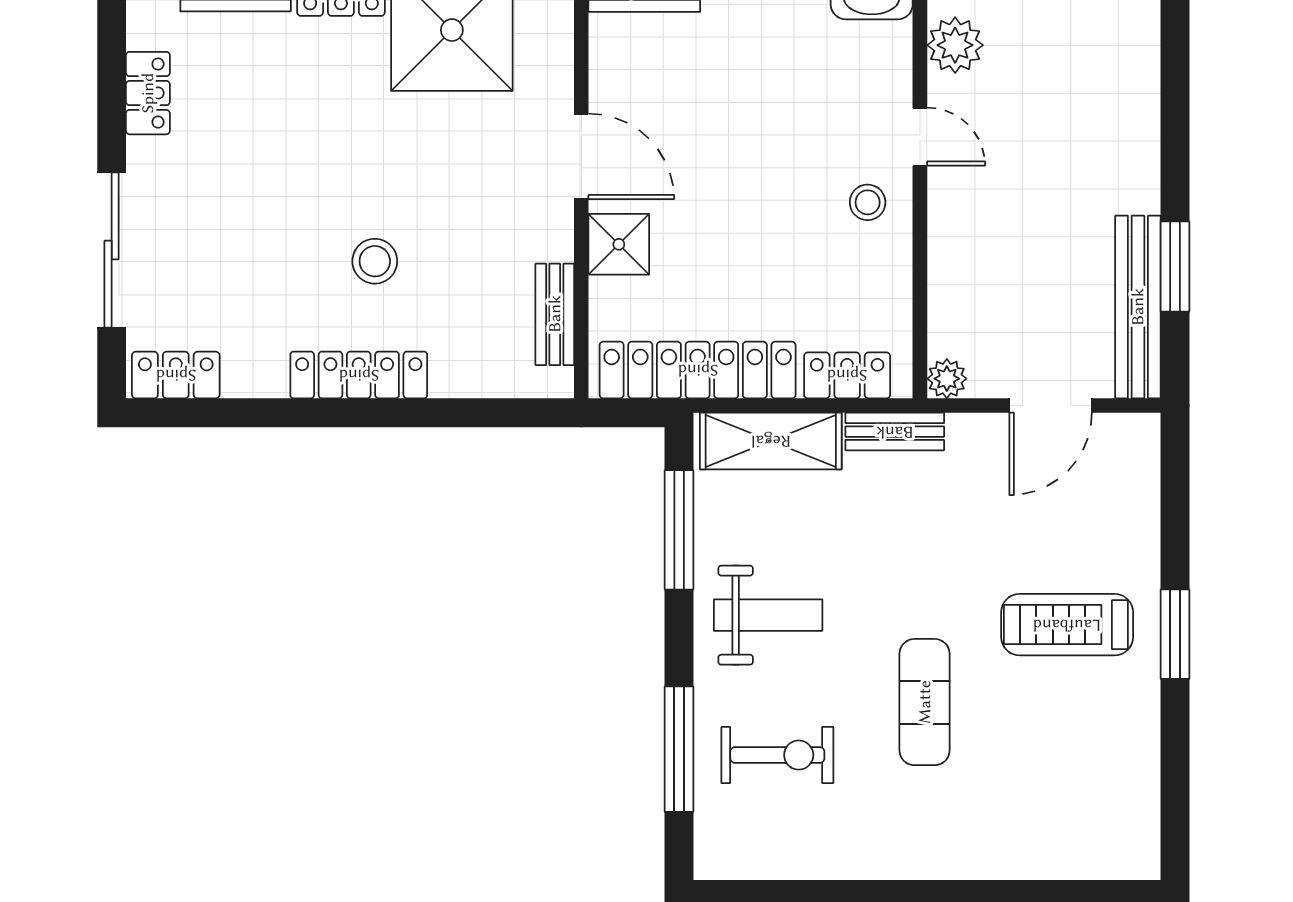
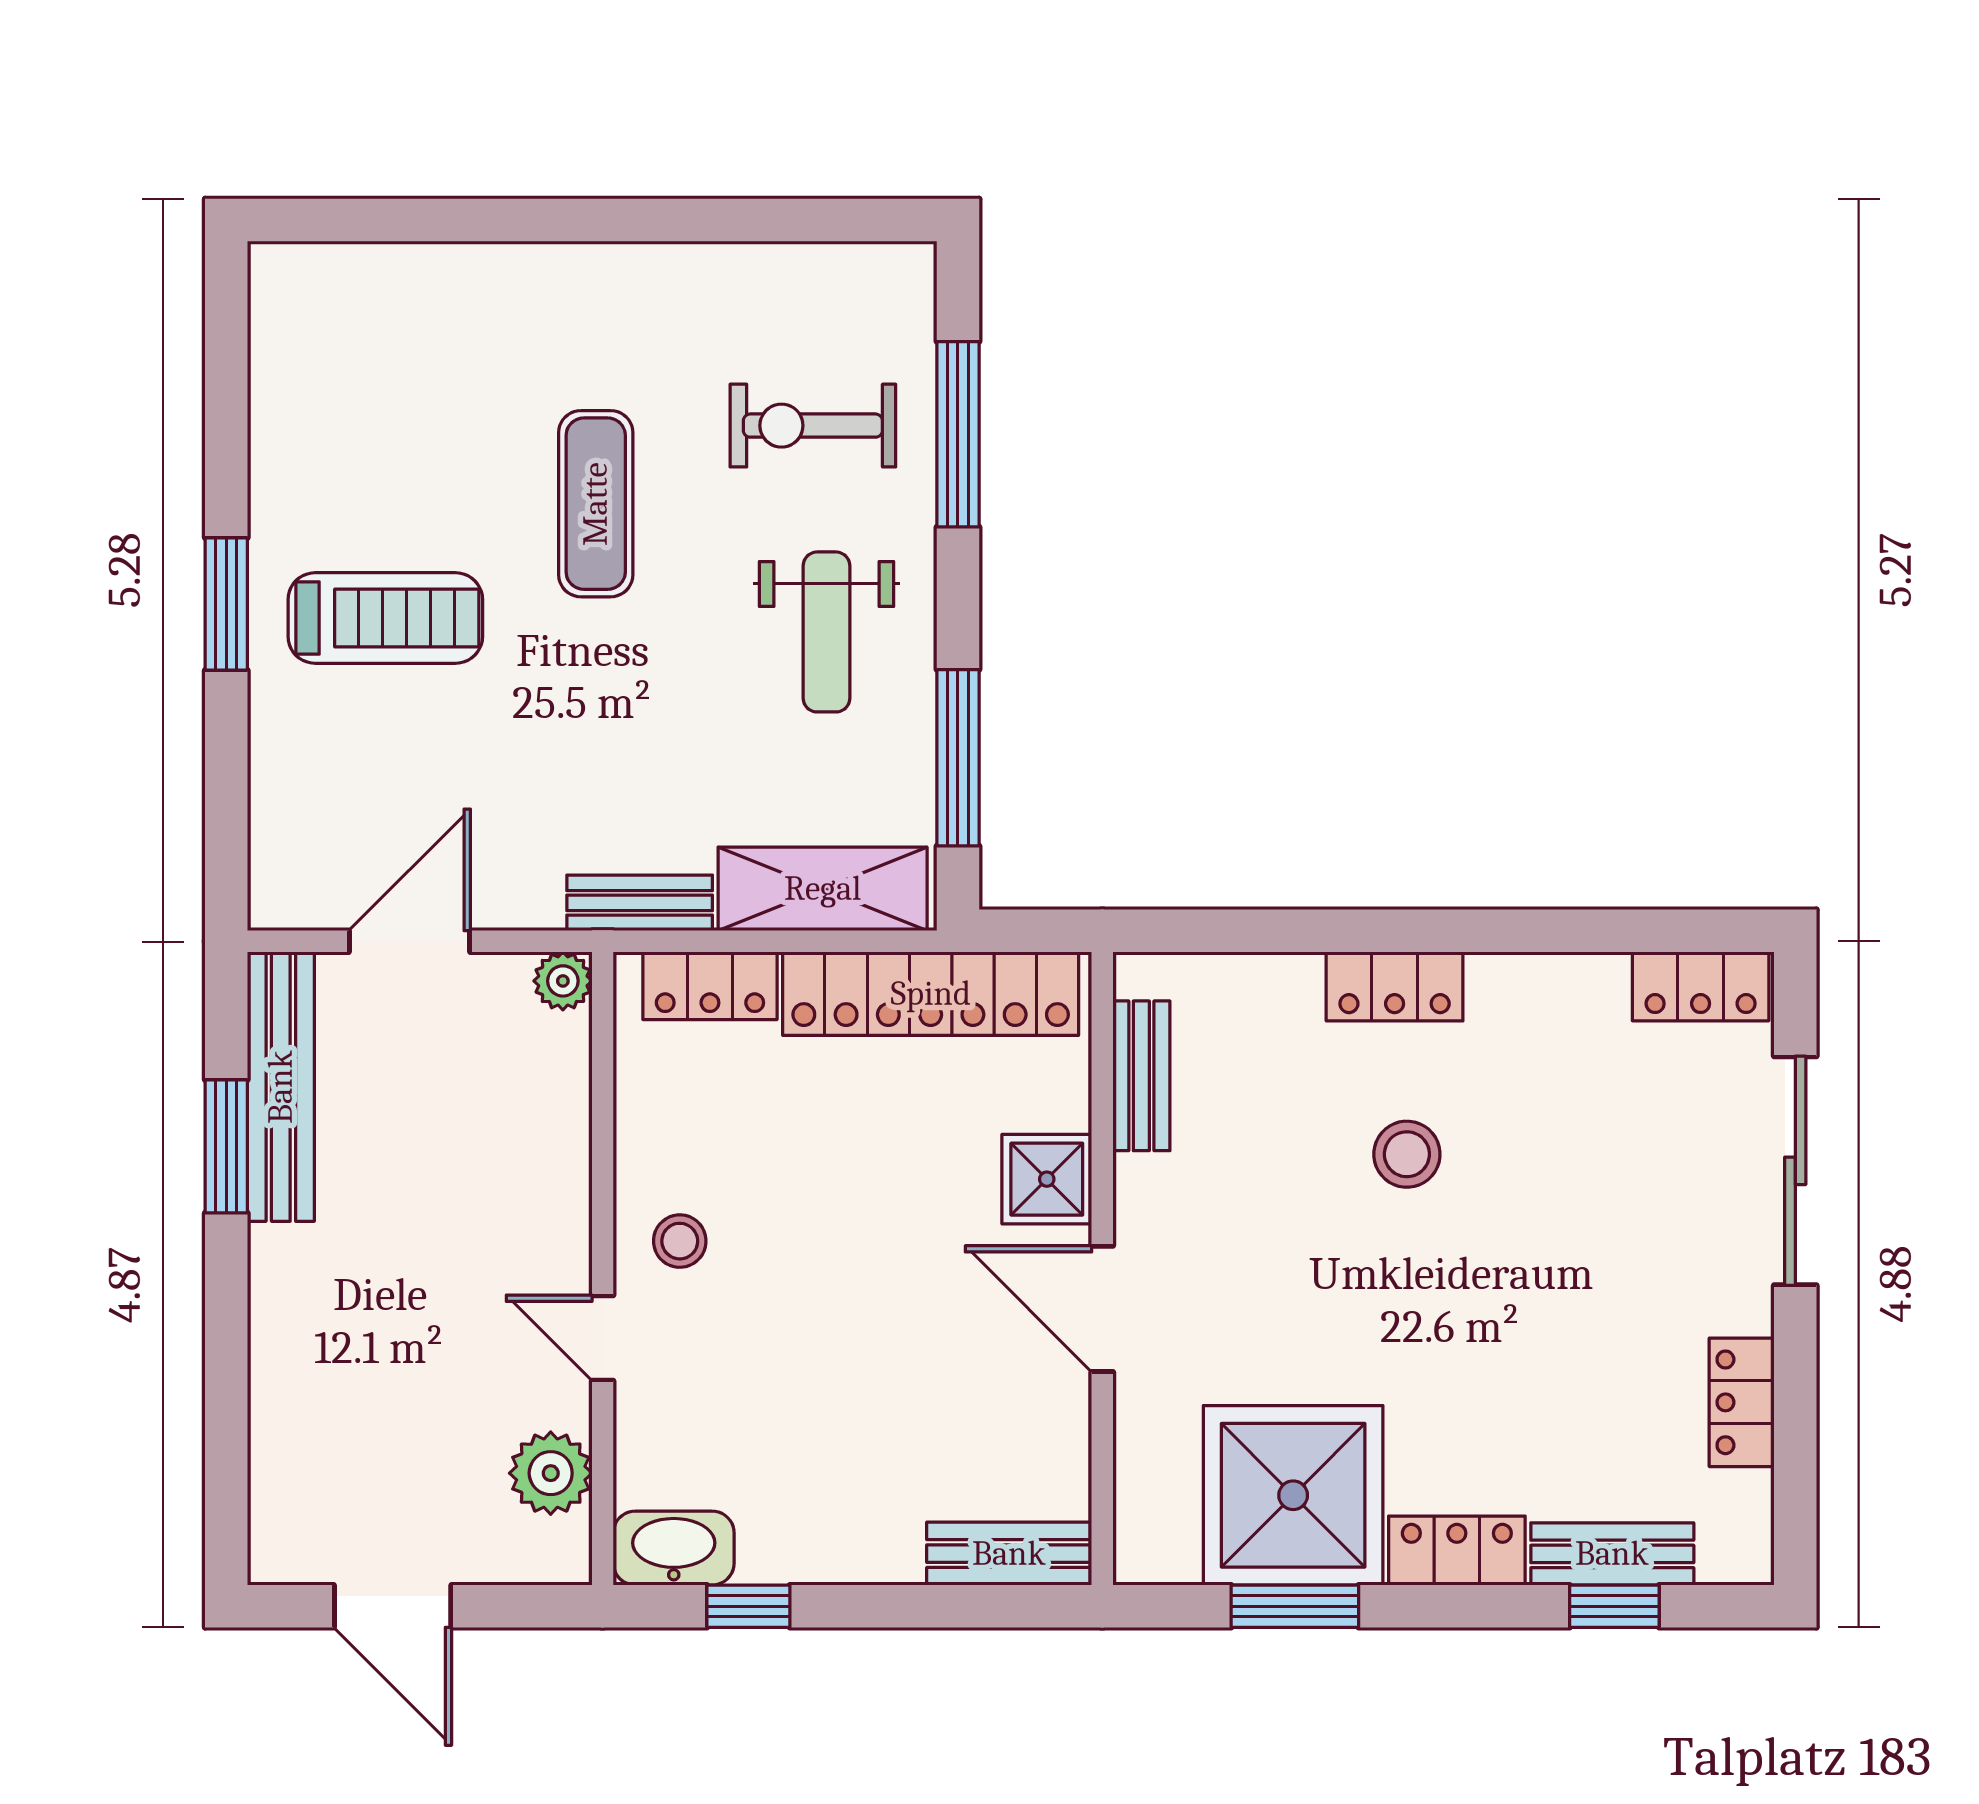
locker: (359, 375) -> (1395, 986), width x0.66
weight bench: (768, 615) -> (826, 632), turned -90

